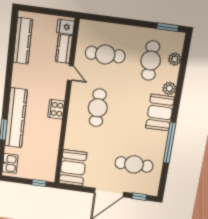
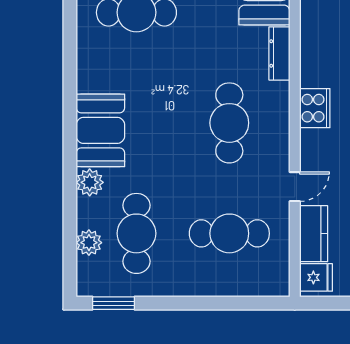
door: (70, 73) -> (295, 187), swing flipped
dresser: (70, 137) -> (279, 53), added
window: (170, 143) -> (70, 70), removed

